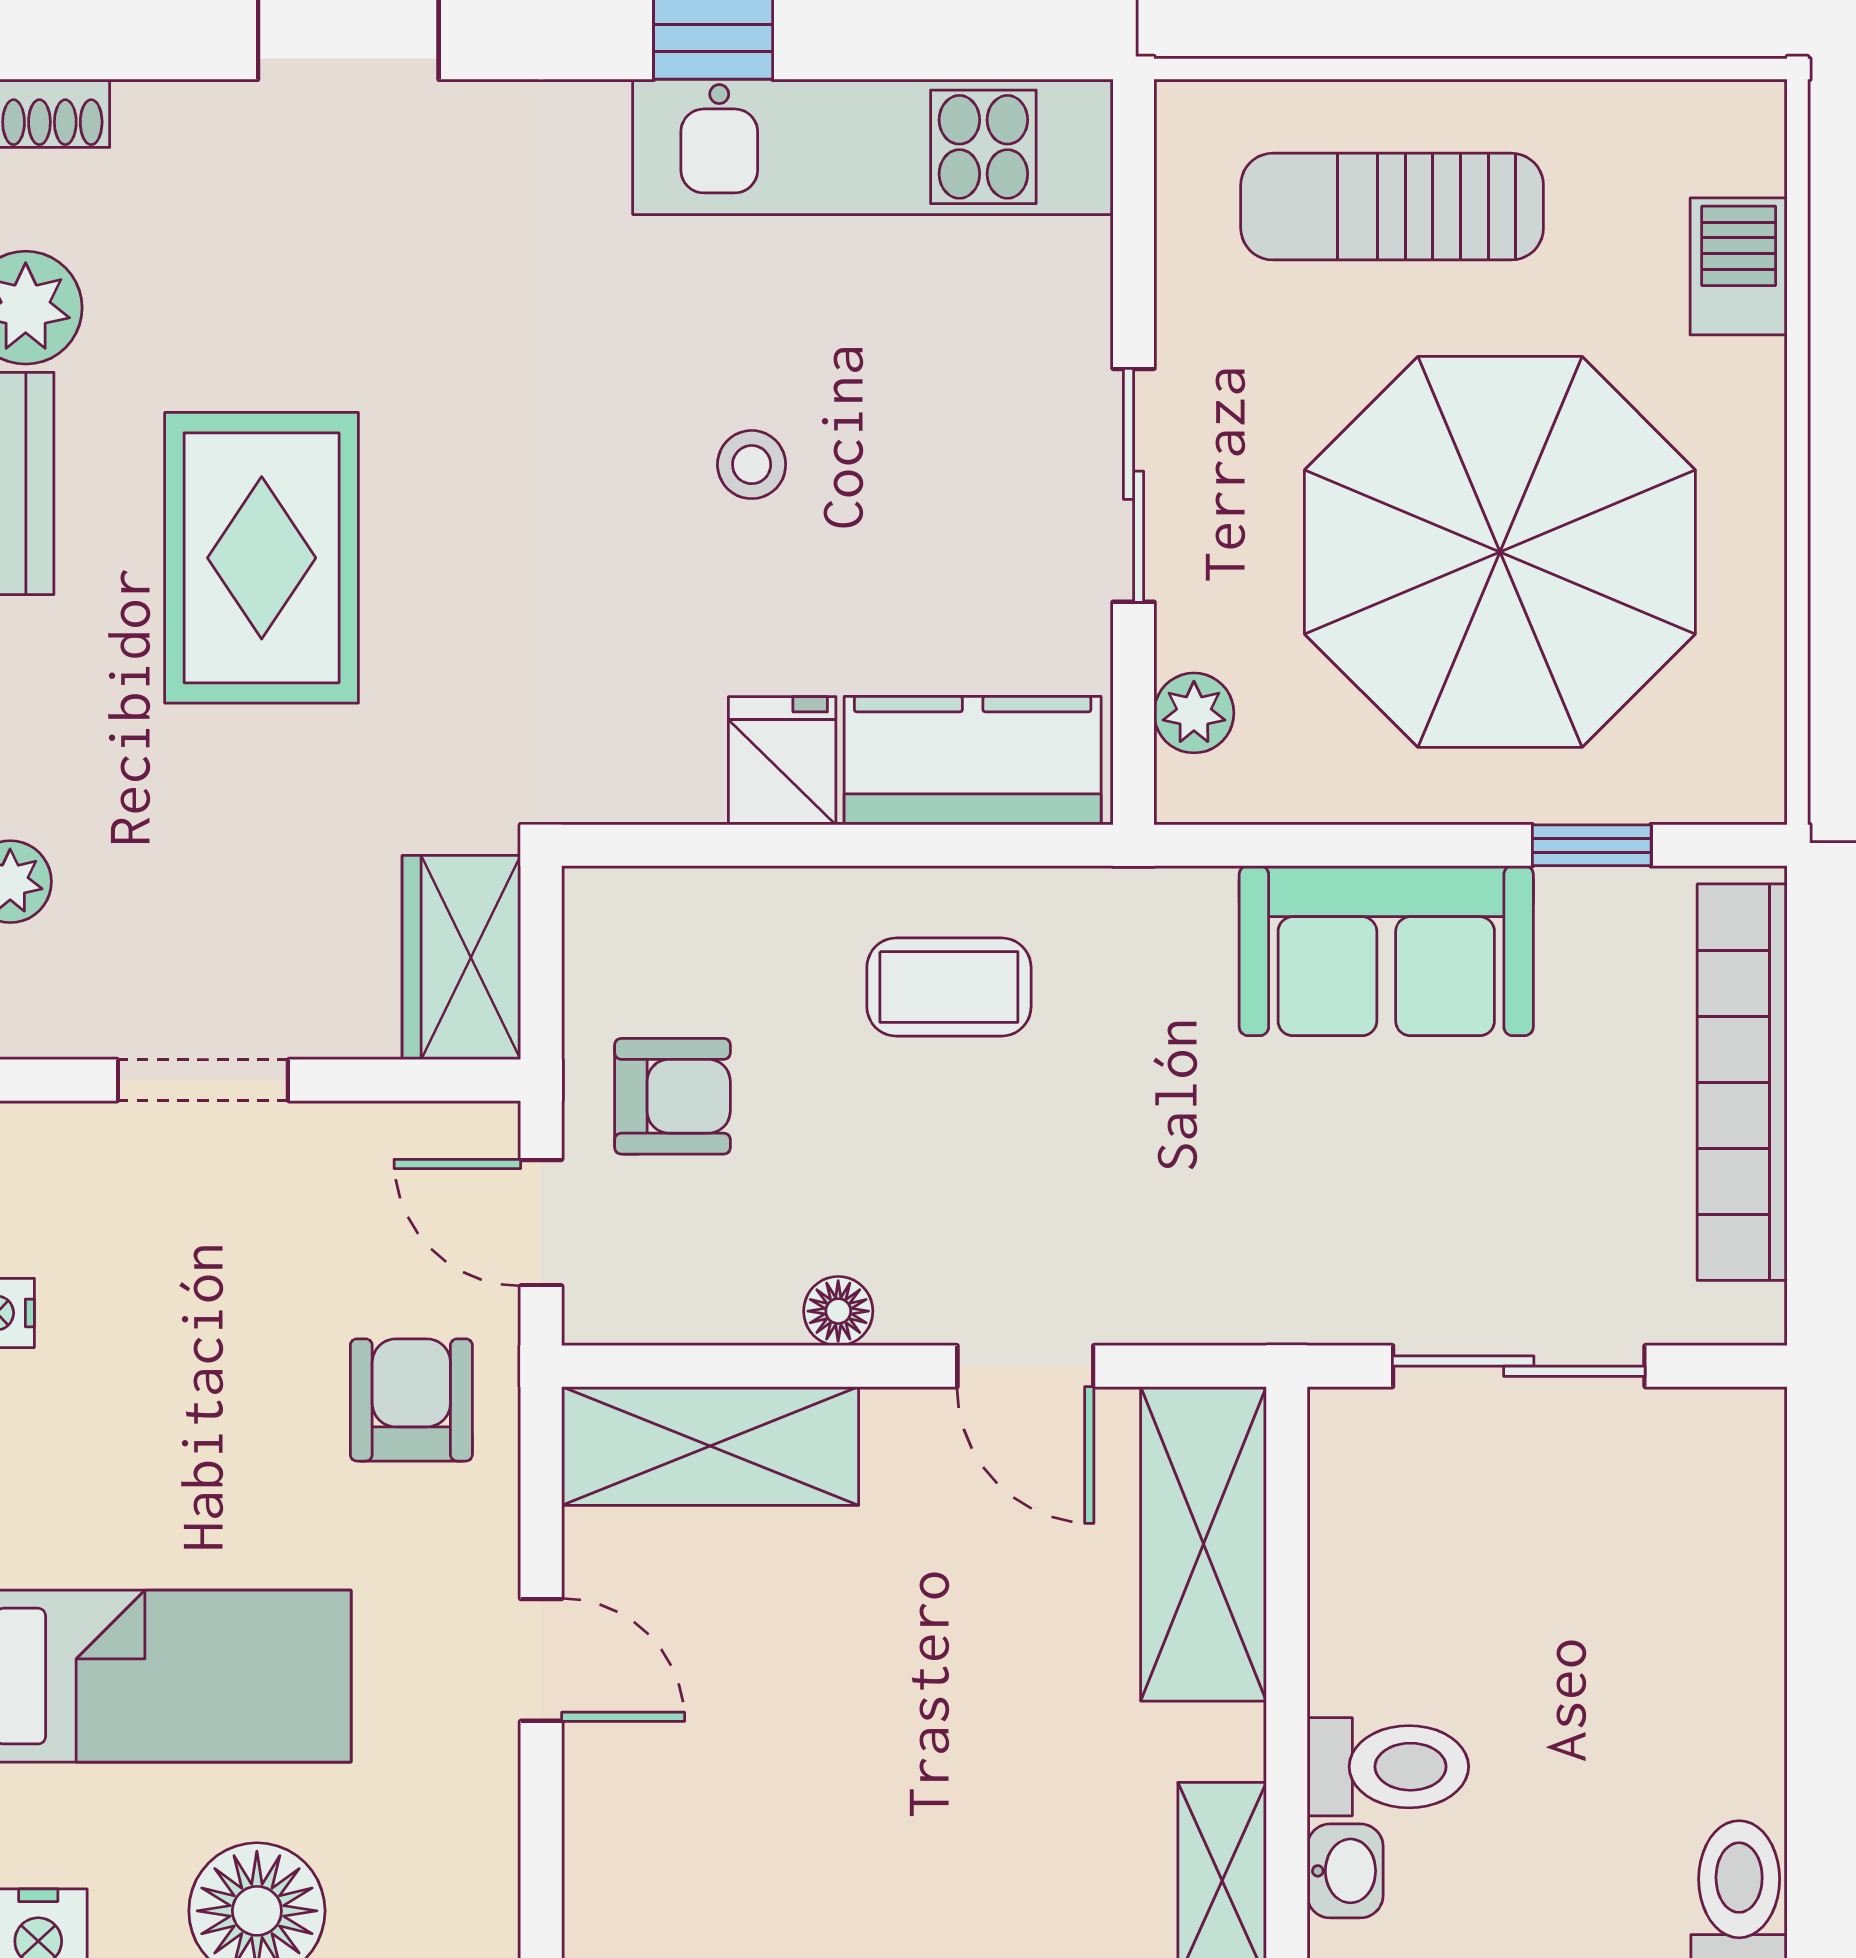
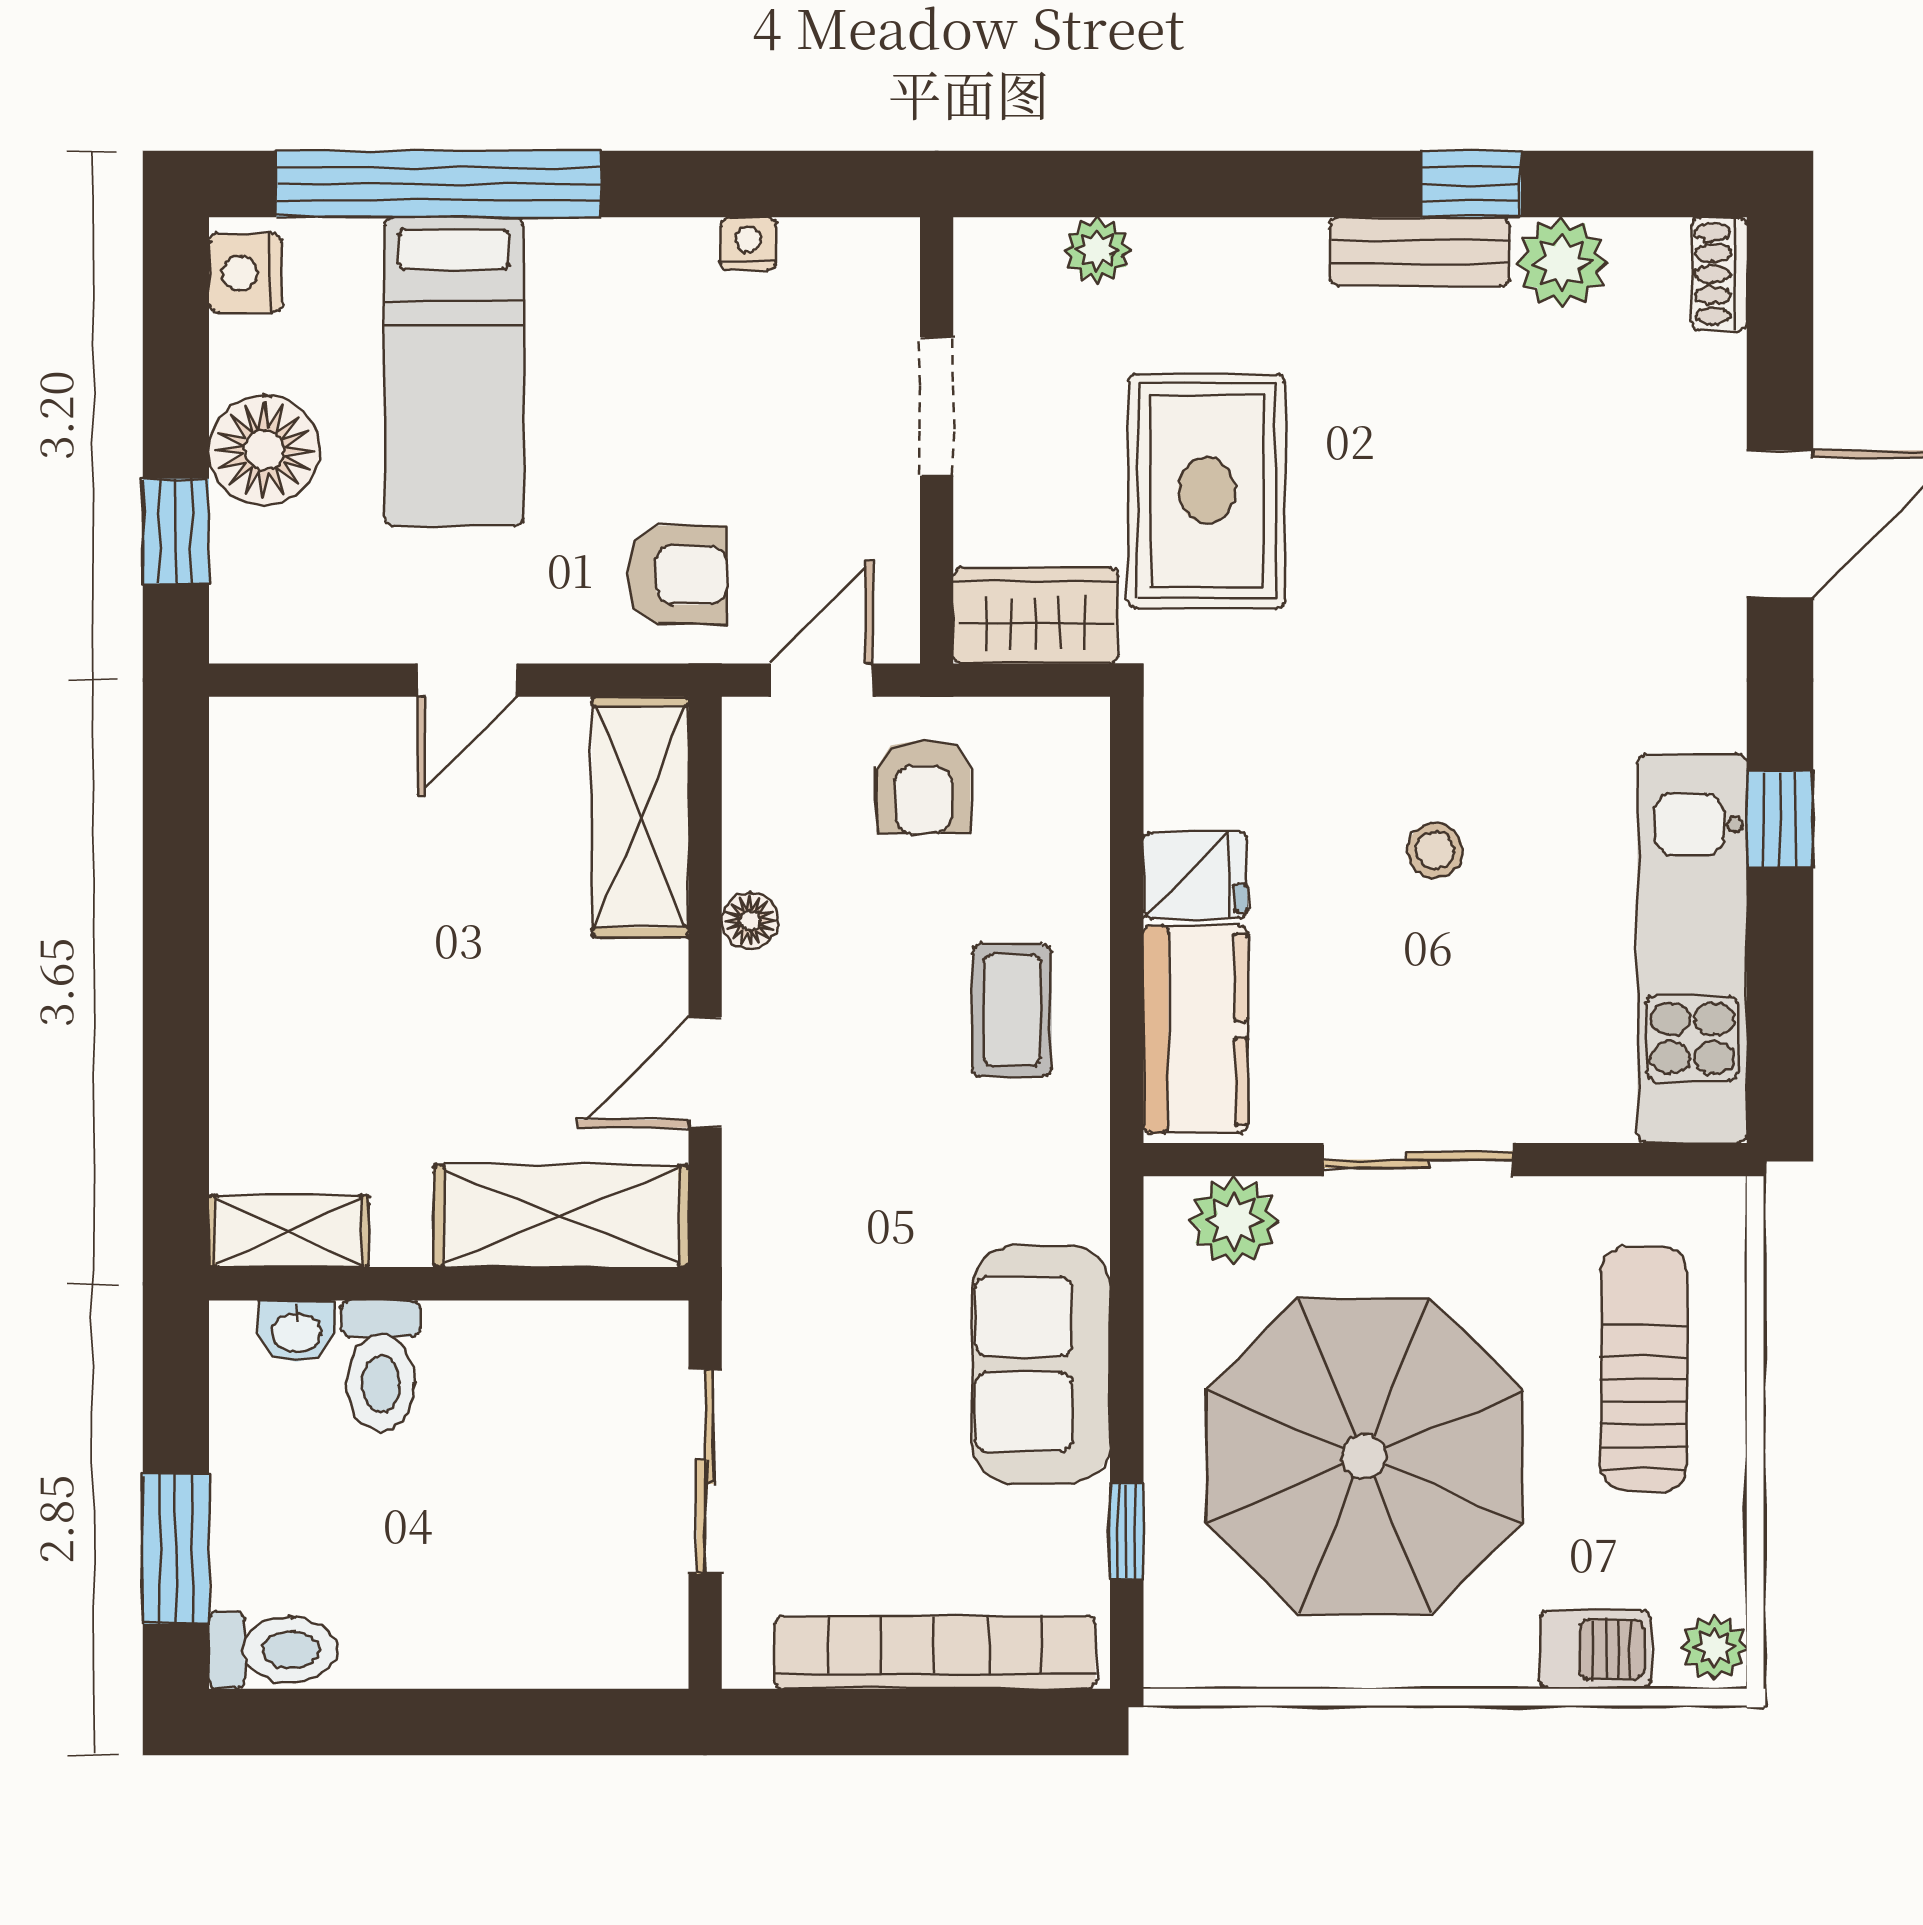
plant: (1736, 119) -> (1714, 1647), added
rug: (262, 558) -> (1207, 491), moved, turned 90
plant: (1194, 713) -> (1234, 1221), width x1.38, depth x1.38

